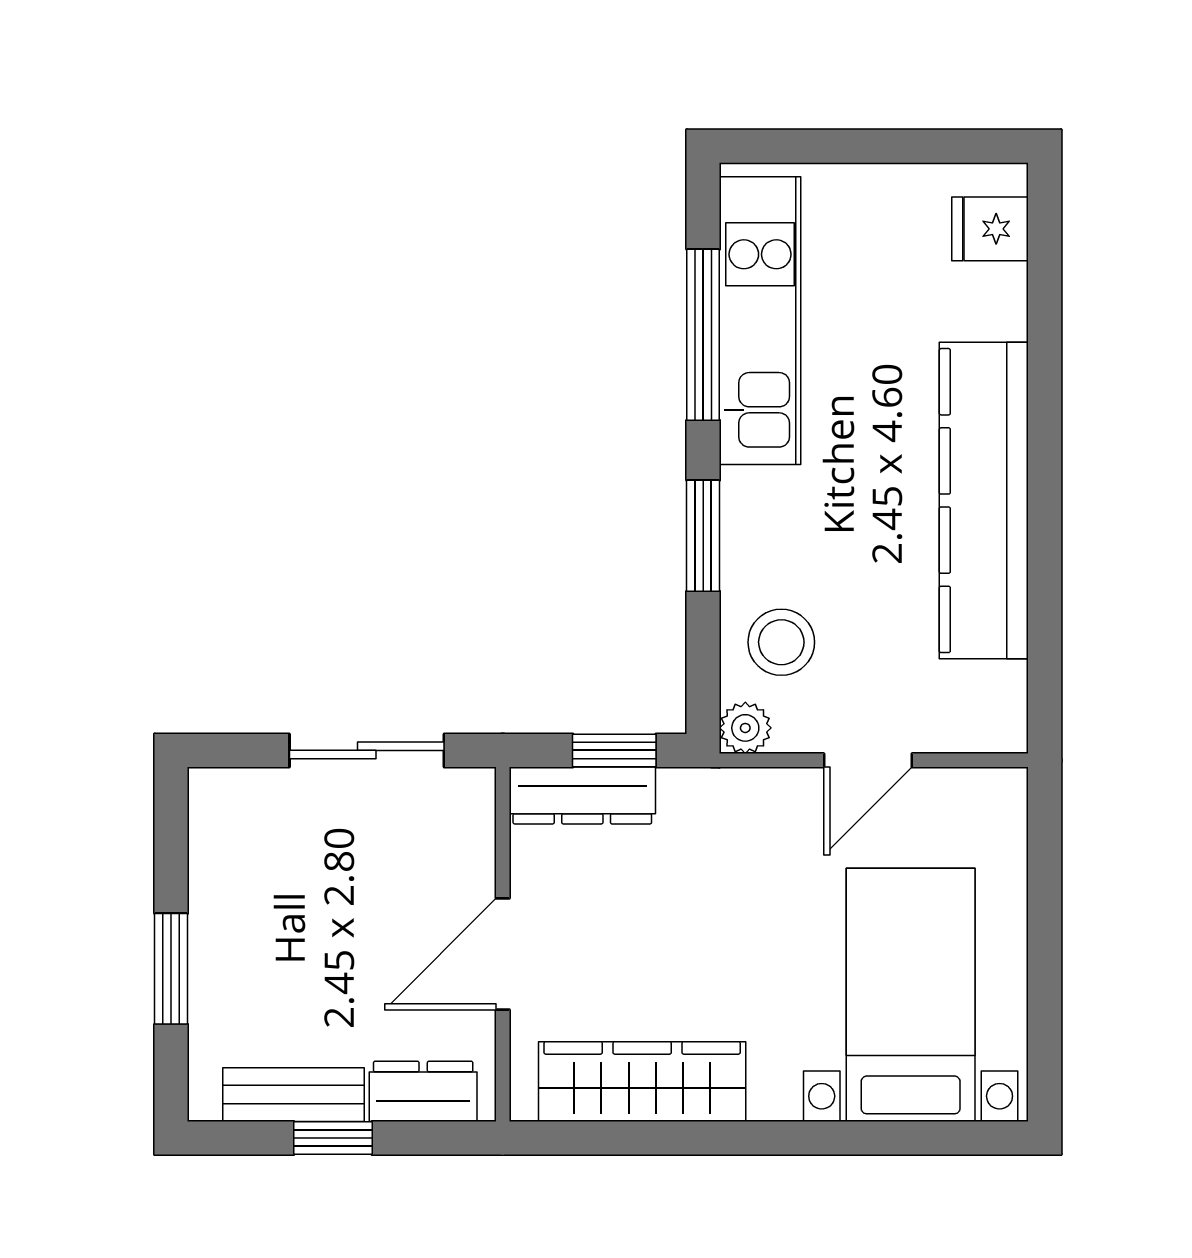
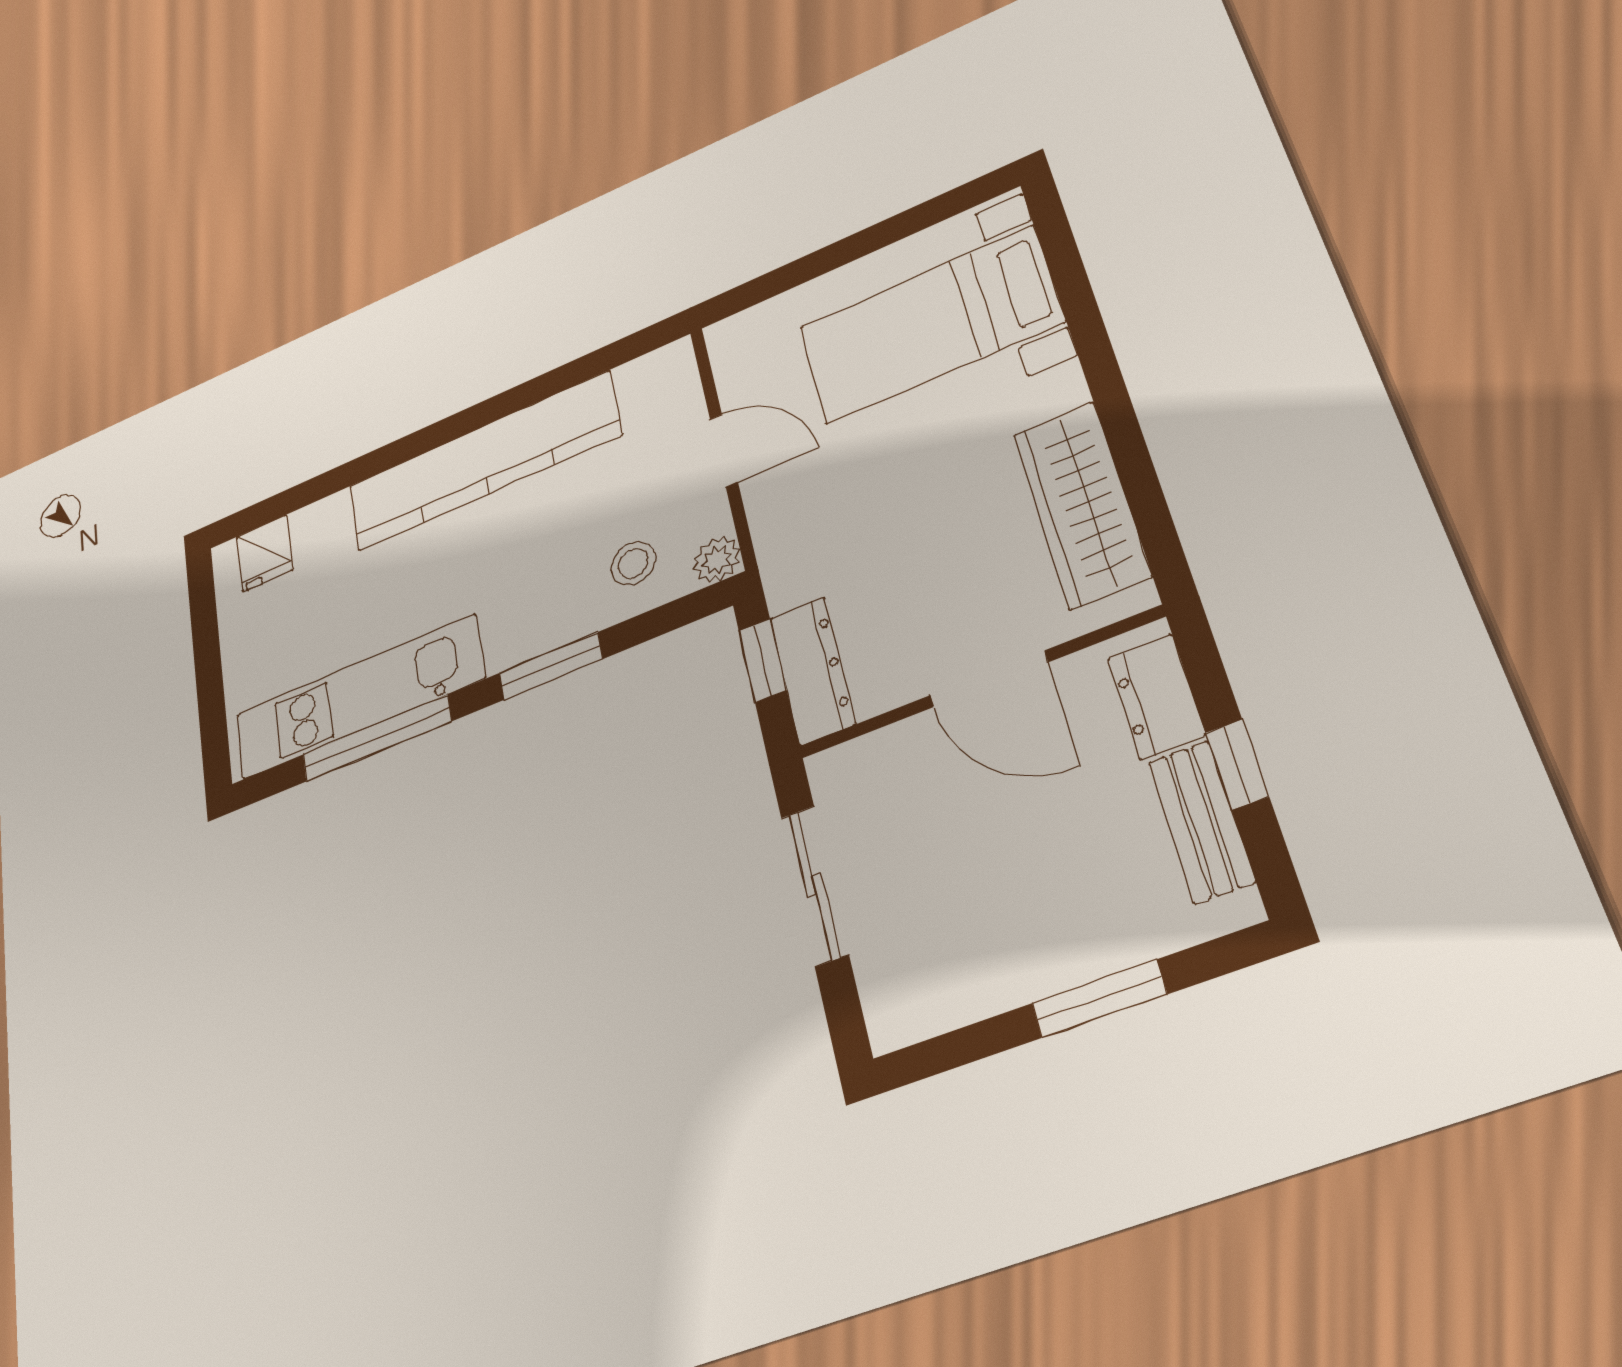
stool: (781, 642) -> (633, 563), width x0.73, depth x0.73

